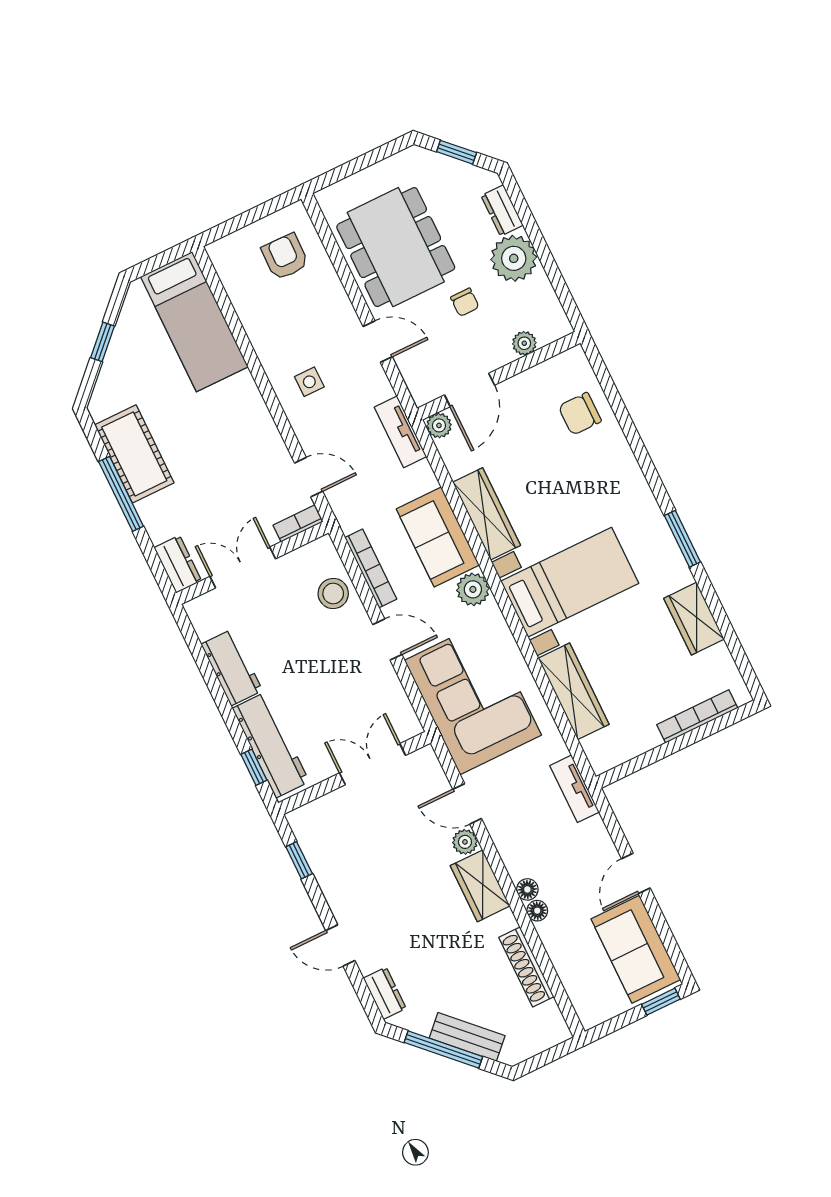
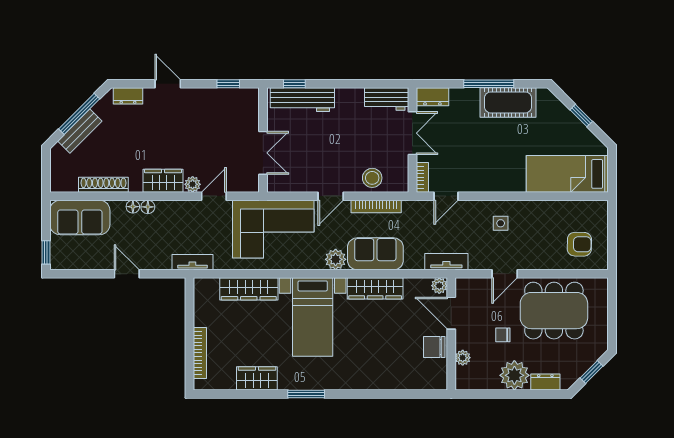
chair: (580, 414) -> (434, 347), moved, turned -90
workbench: (232, 667) -> (387, 99), moved
door: (340, 945) -> (168, 84), hinge flipped
sofa: (636, 949) -> (80, 217), moved, turned 180

